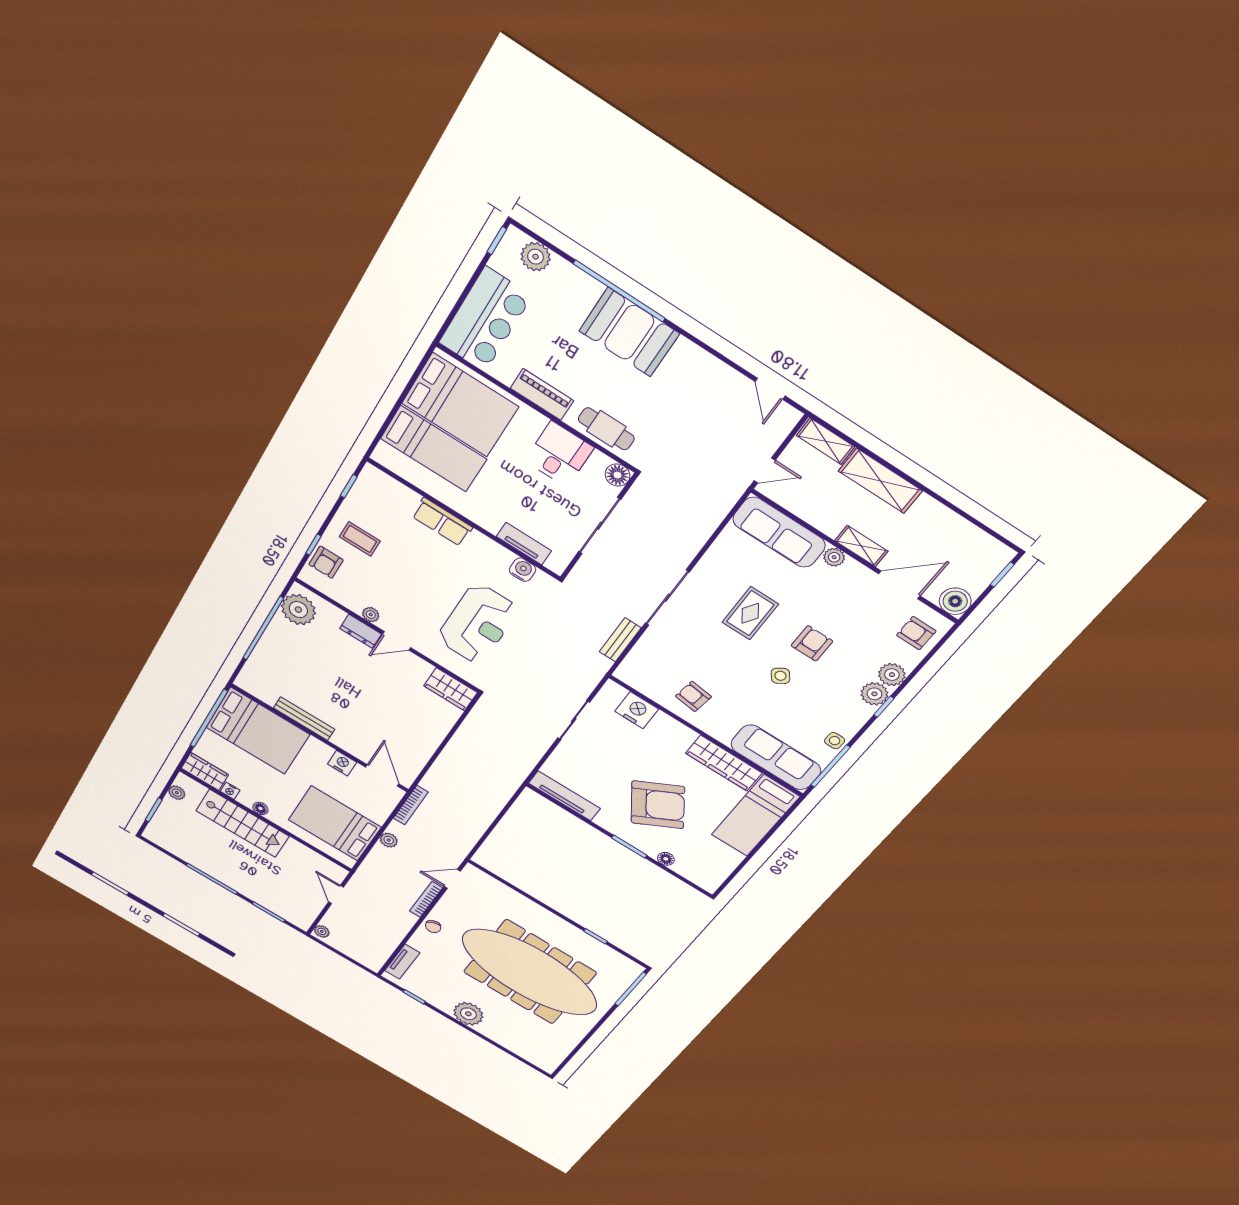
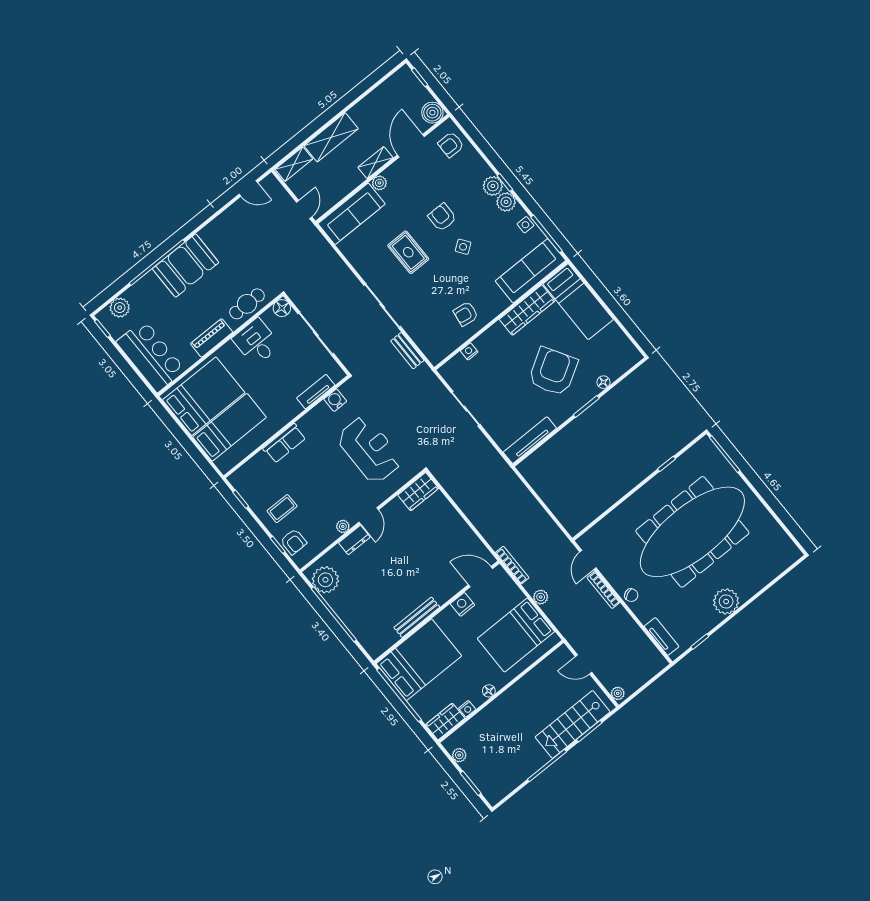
plant: (892, 675) -> (506, 202), moved
nightstand: (637, 710) -> (469, 351), width x0.53, depth x0.56
stairs: (243, 823) -> (573, 724), moved, turned 180

